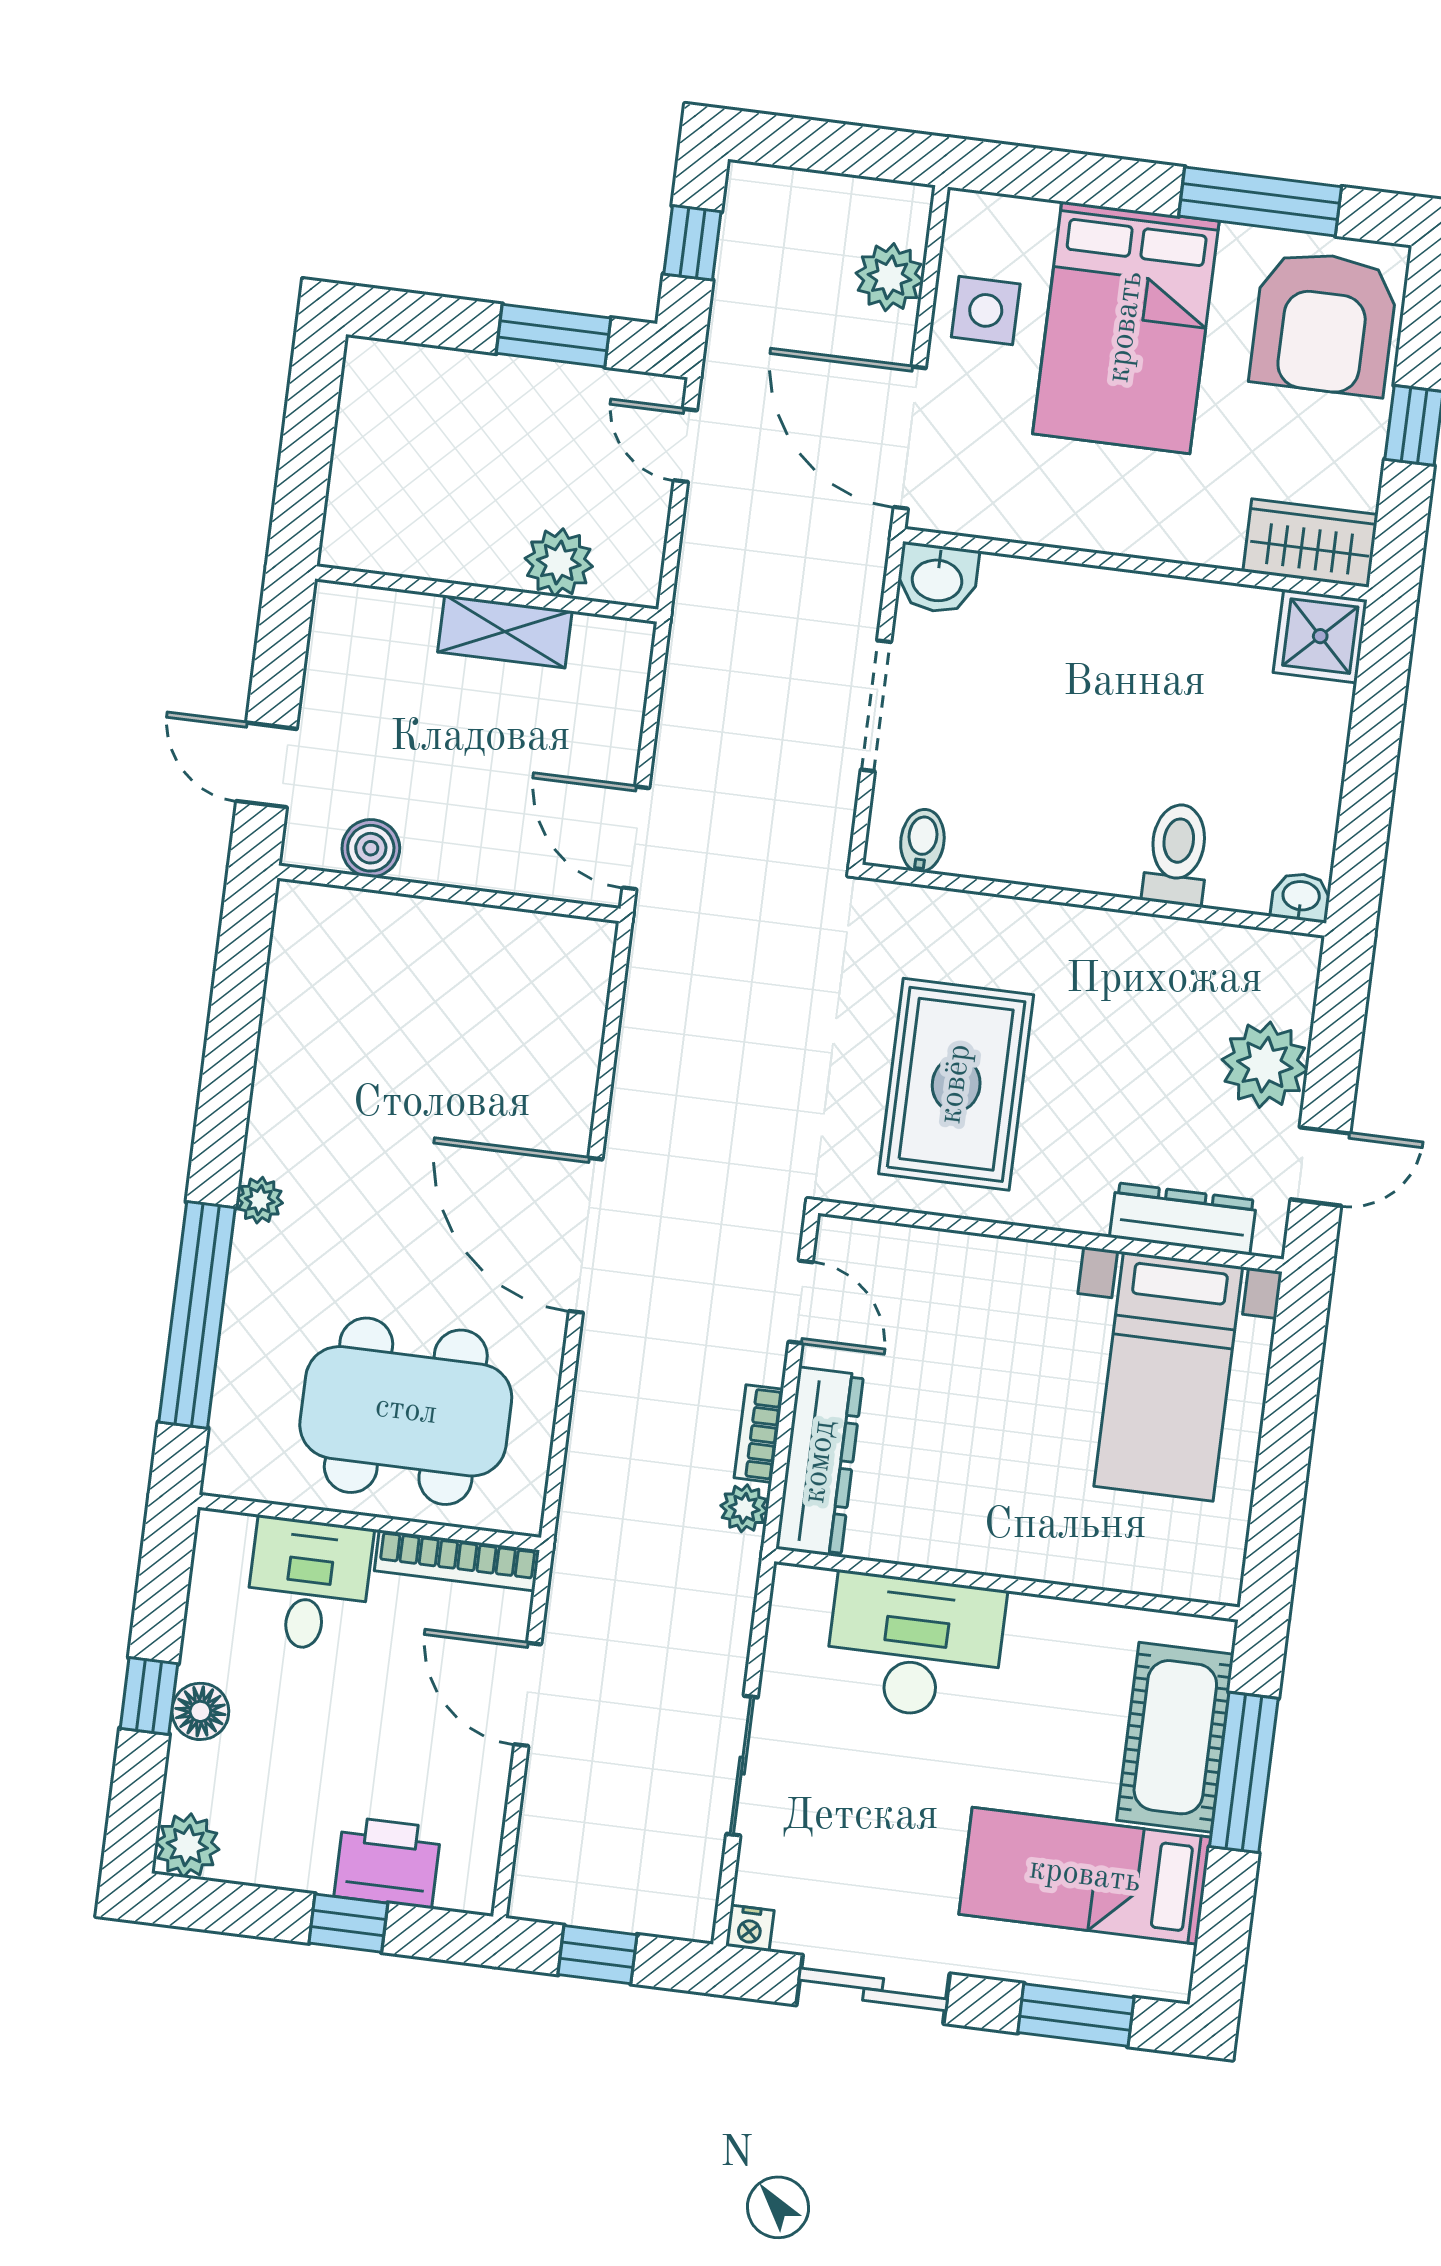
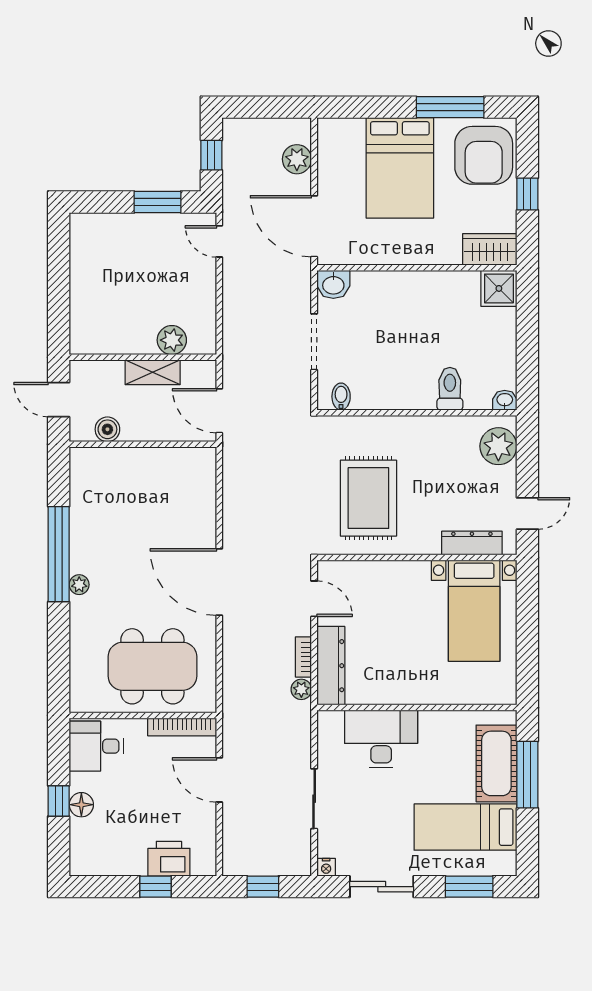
side table: (986, 310) -> (340, 168), removed
plant: (559, 562) -> (172, 340), moved
wall: (487, 594) -> (143, 357), moved
shelving: (505, 632) -> (153, 372), moved
plant: (1265, 1065) -> (498, 446), moved
window: (197, 1315) -> (59, 554), moved
desk: (309, 1585) -> (96, 746), moved, turned -90
plant: (187, 1846) -> (83, 862), removed

